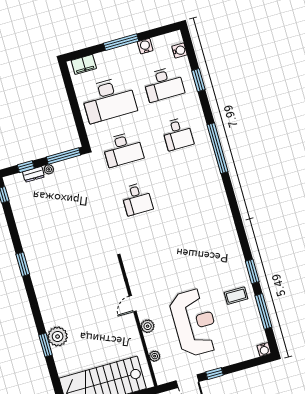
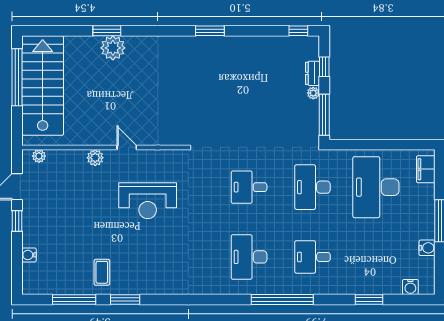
desk: (164, 84) -> (249, 257), moved
reception desk: (194, 322) -> (148, 201), moved, width x0.74, depth x0.77
water cooler: (264, 349) -> (29, 255), moved
plant: (155, 356) -> (39, 156), moved

